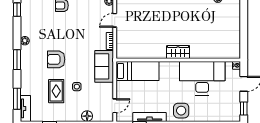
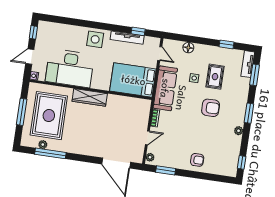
rug: (216, 28) -> (49, 116), added
window: (244, 28) -> (22, 112), added
wardrobe: (178, 52) -> (90, 97), width x1.50
sofa: (104, 66) -> (165, 88), width x1.36
bed: (138, 71) -> (133, 80), width x1.50
door: (115, 106) -> (160, 54), swing flipped

